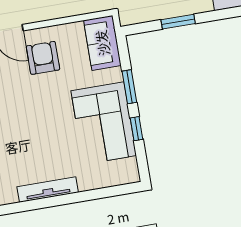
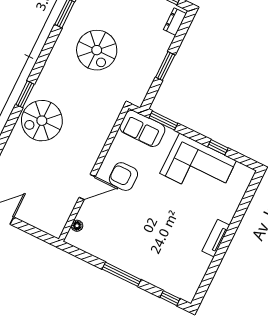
window: (129, 87) -> (163, 121), moved
tv unit: (48, 190) -> (216, 238), width x0.71

